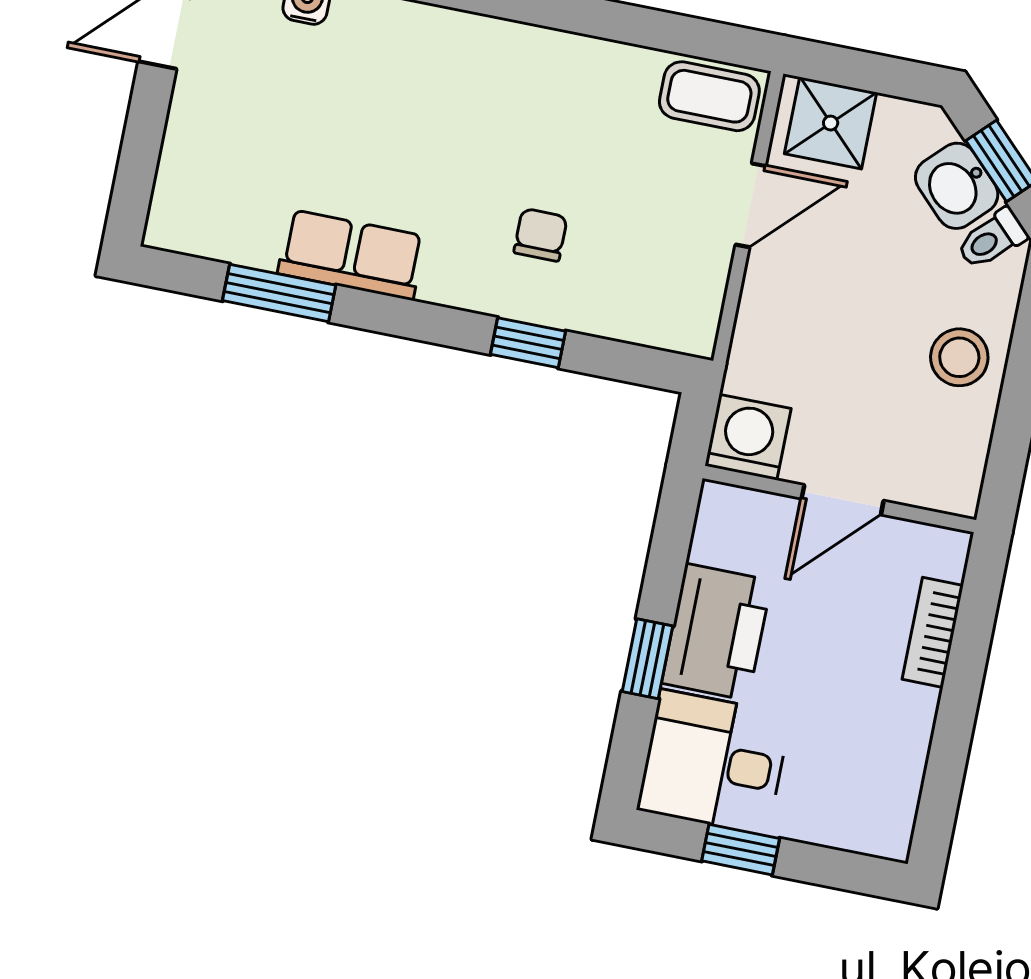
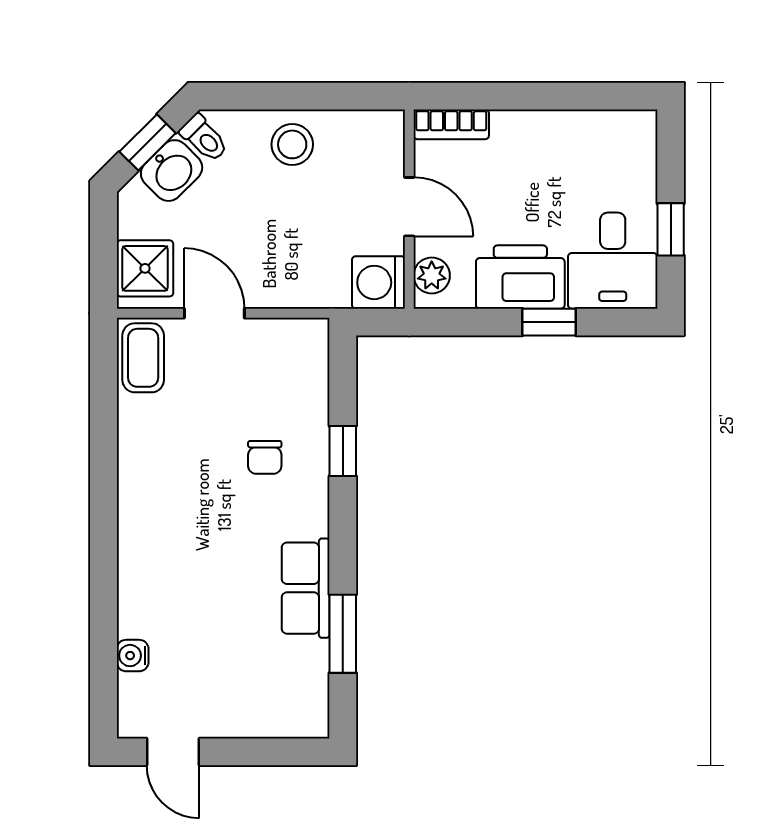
chair: (541, 235) -> (265, 457), turned -90
plant: (743, 512) -> (432, 275), added
bookcase: (933, 632) -> (451, 124), moved

